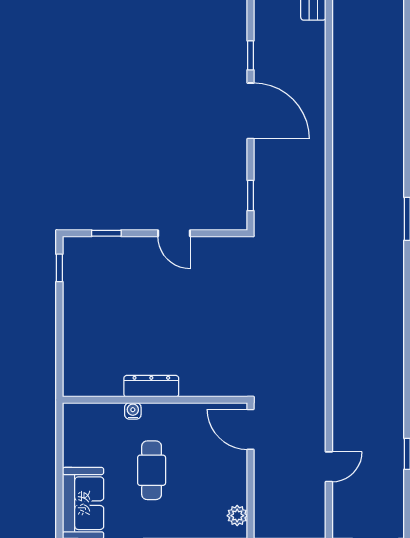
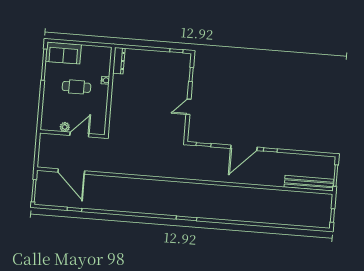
dresser: (151, 386) -> (119, 61), moved
door: (250, 429) -> (79, 135), moved
door: (329, 467) -> (71, 171), width x1.87
plant: (237, 516) -> (65, 127), moved

